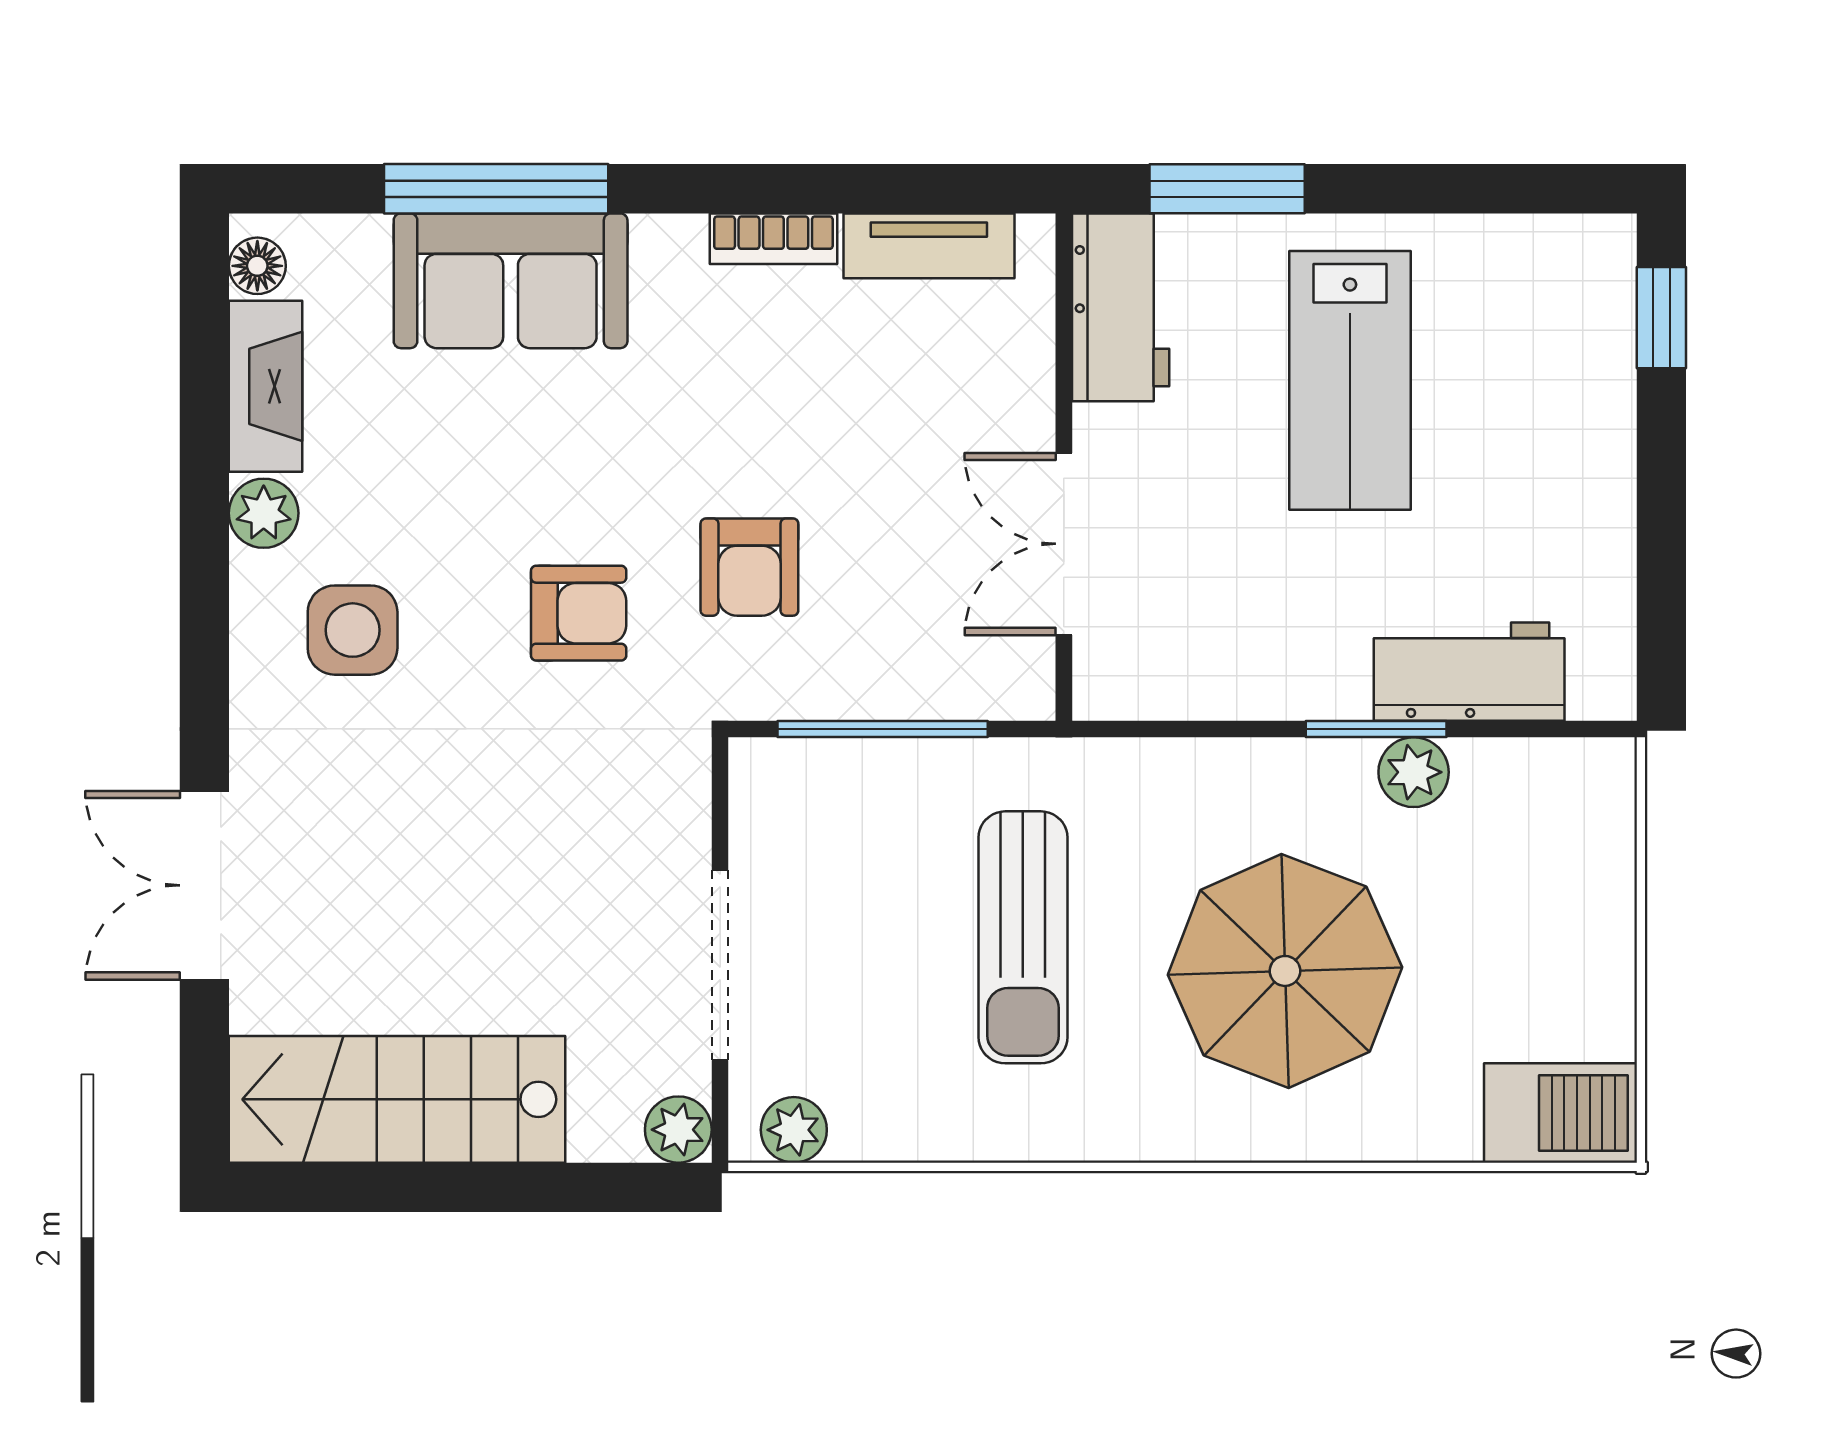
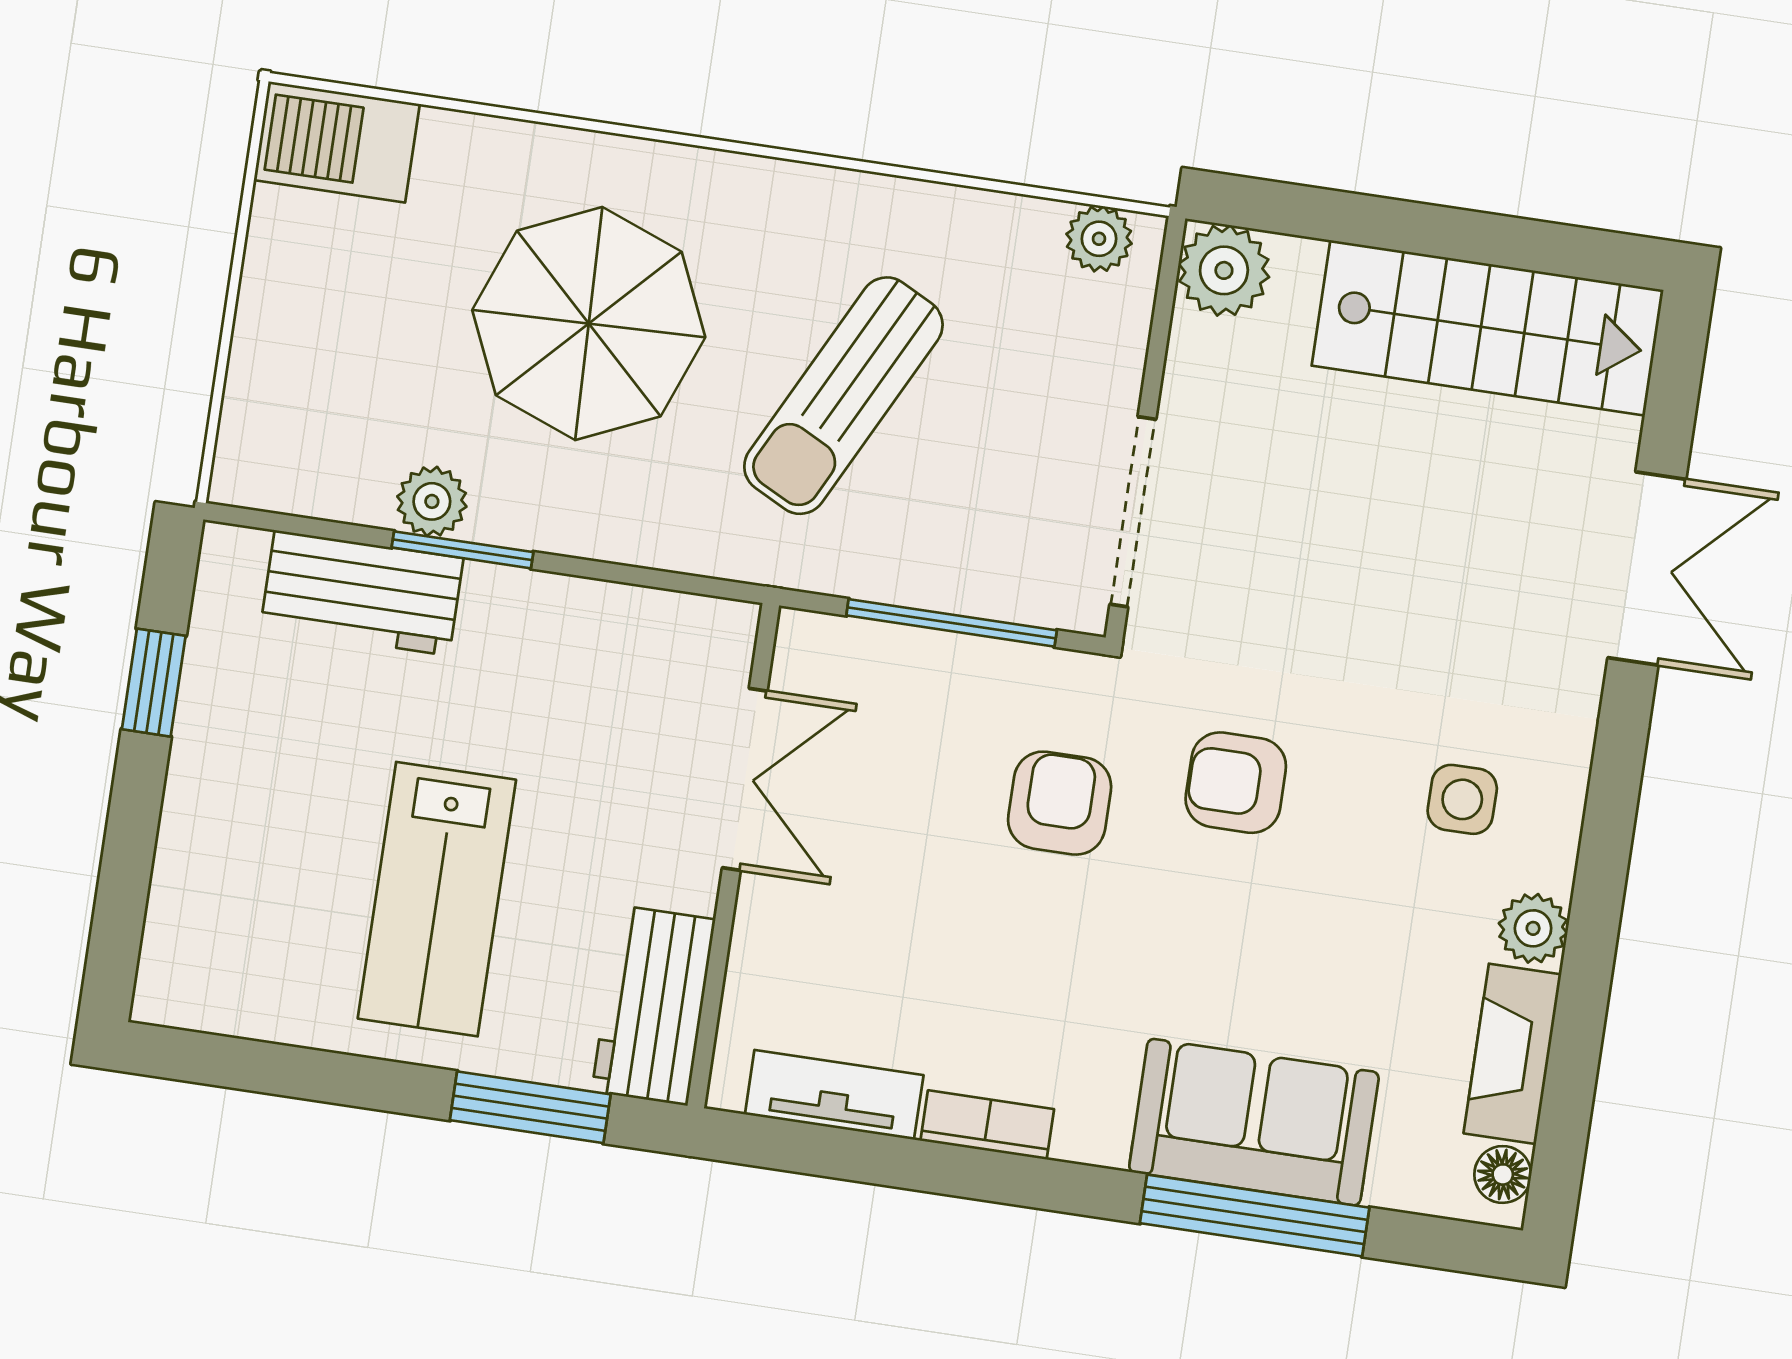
window: (1661, 318) -> (154, 683), moved
lab bench: (1350, 380) -> (437, 899), turned 180
side table: (353, 630) -> (1462, 799), width x0.73, depth x0.73
sun lounger: (1023, 937) -> (843, 396), turned -153
doorway: (720, 965) -> (1133, 512), moved
plant: (678, 1130) -> (1224, 270), width x1.38, depth x1.38

